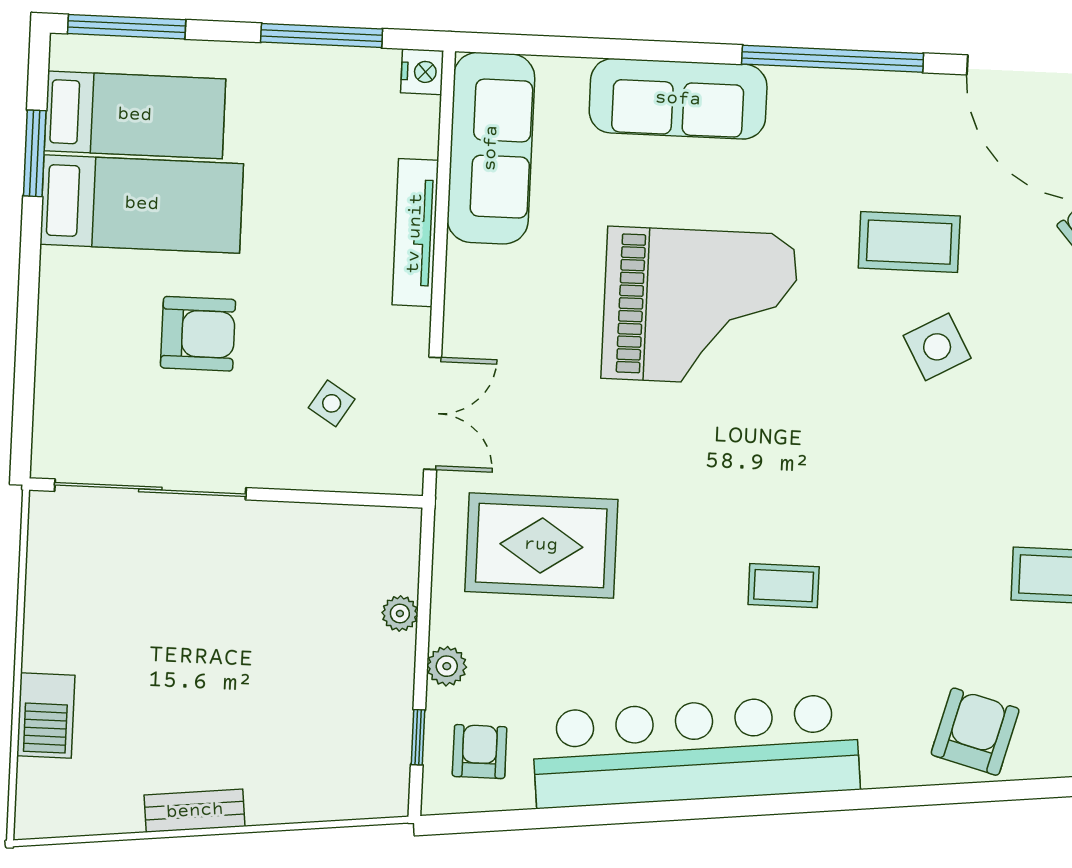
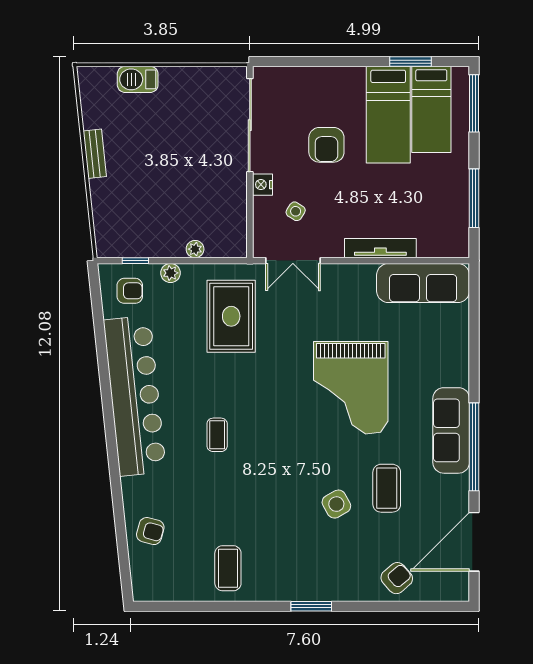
nightstand: (422, 72) -> (262, 185), moved, turned 90
sofa: (678, 99) -> (451, 430), moved
armchair: (975, 732) -> (150, 531), width x0.72, depth x0.72

